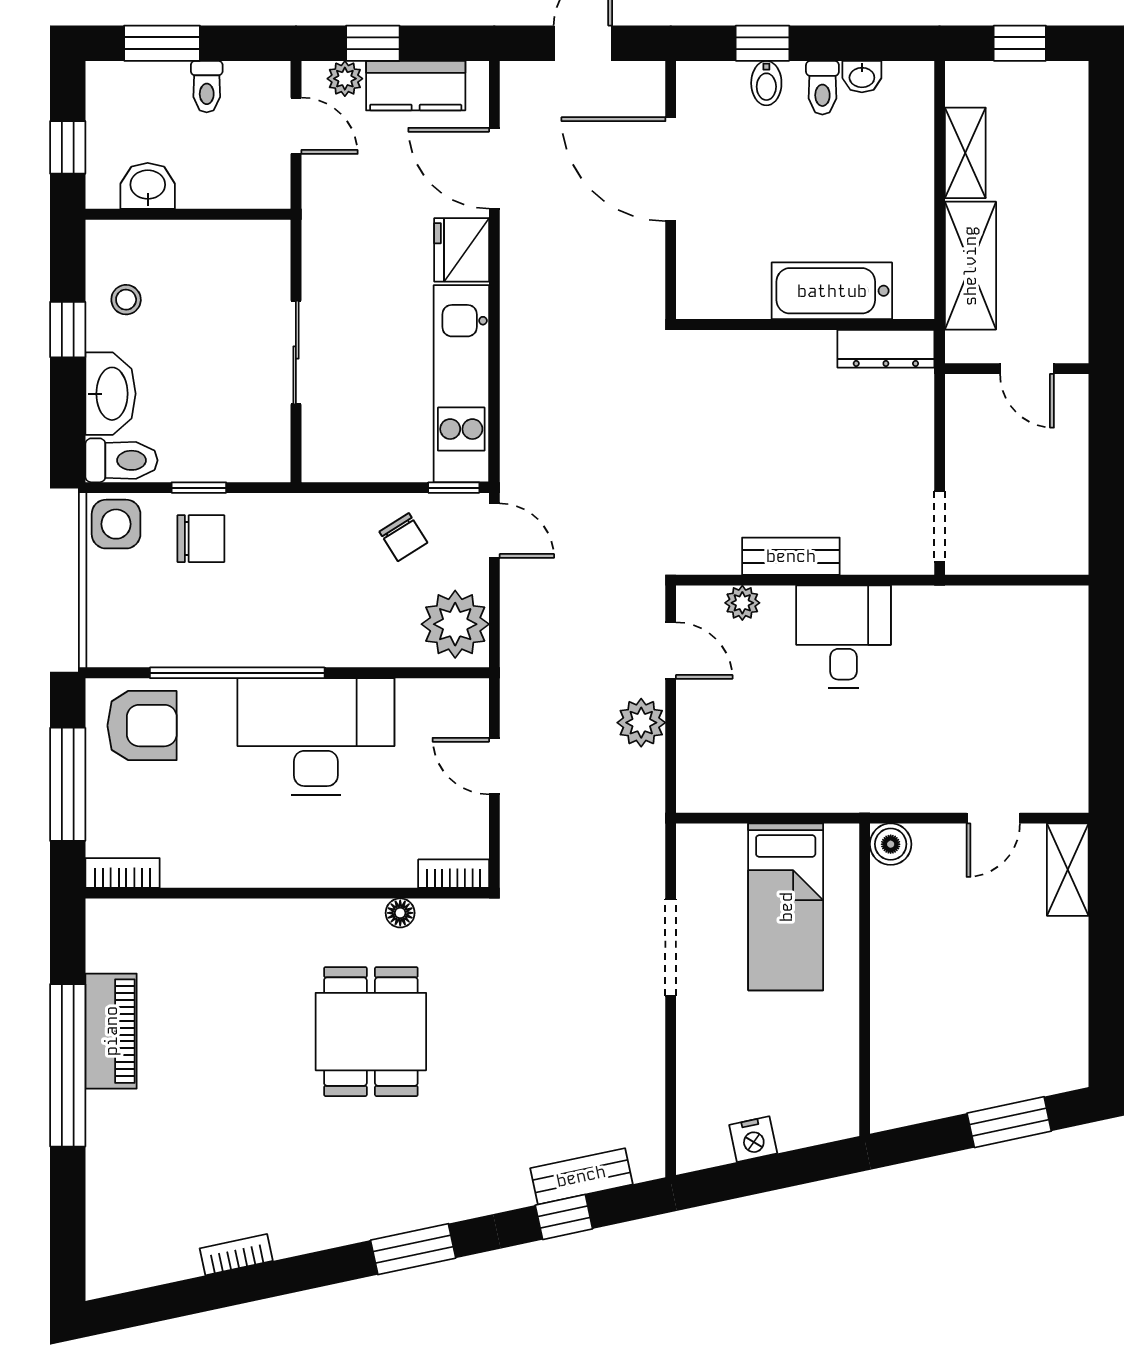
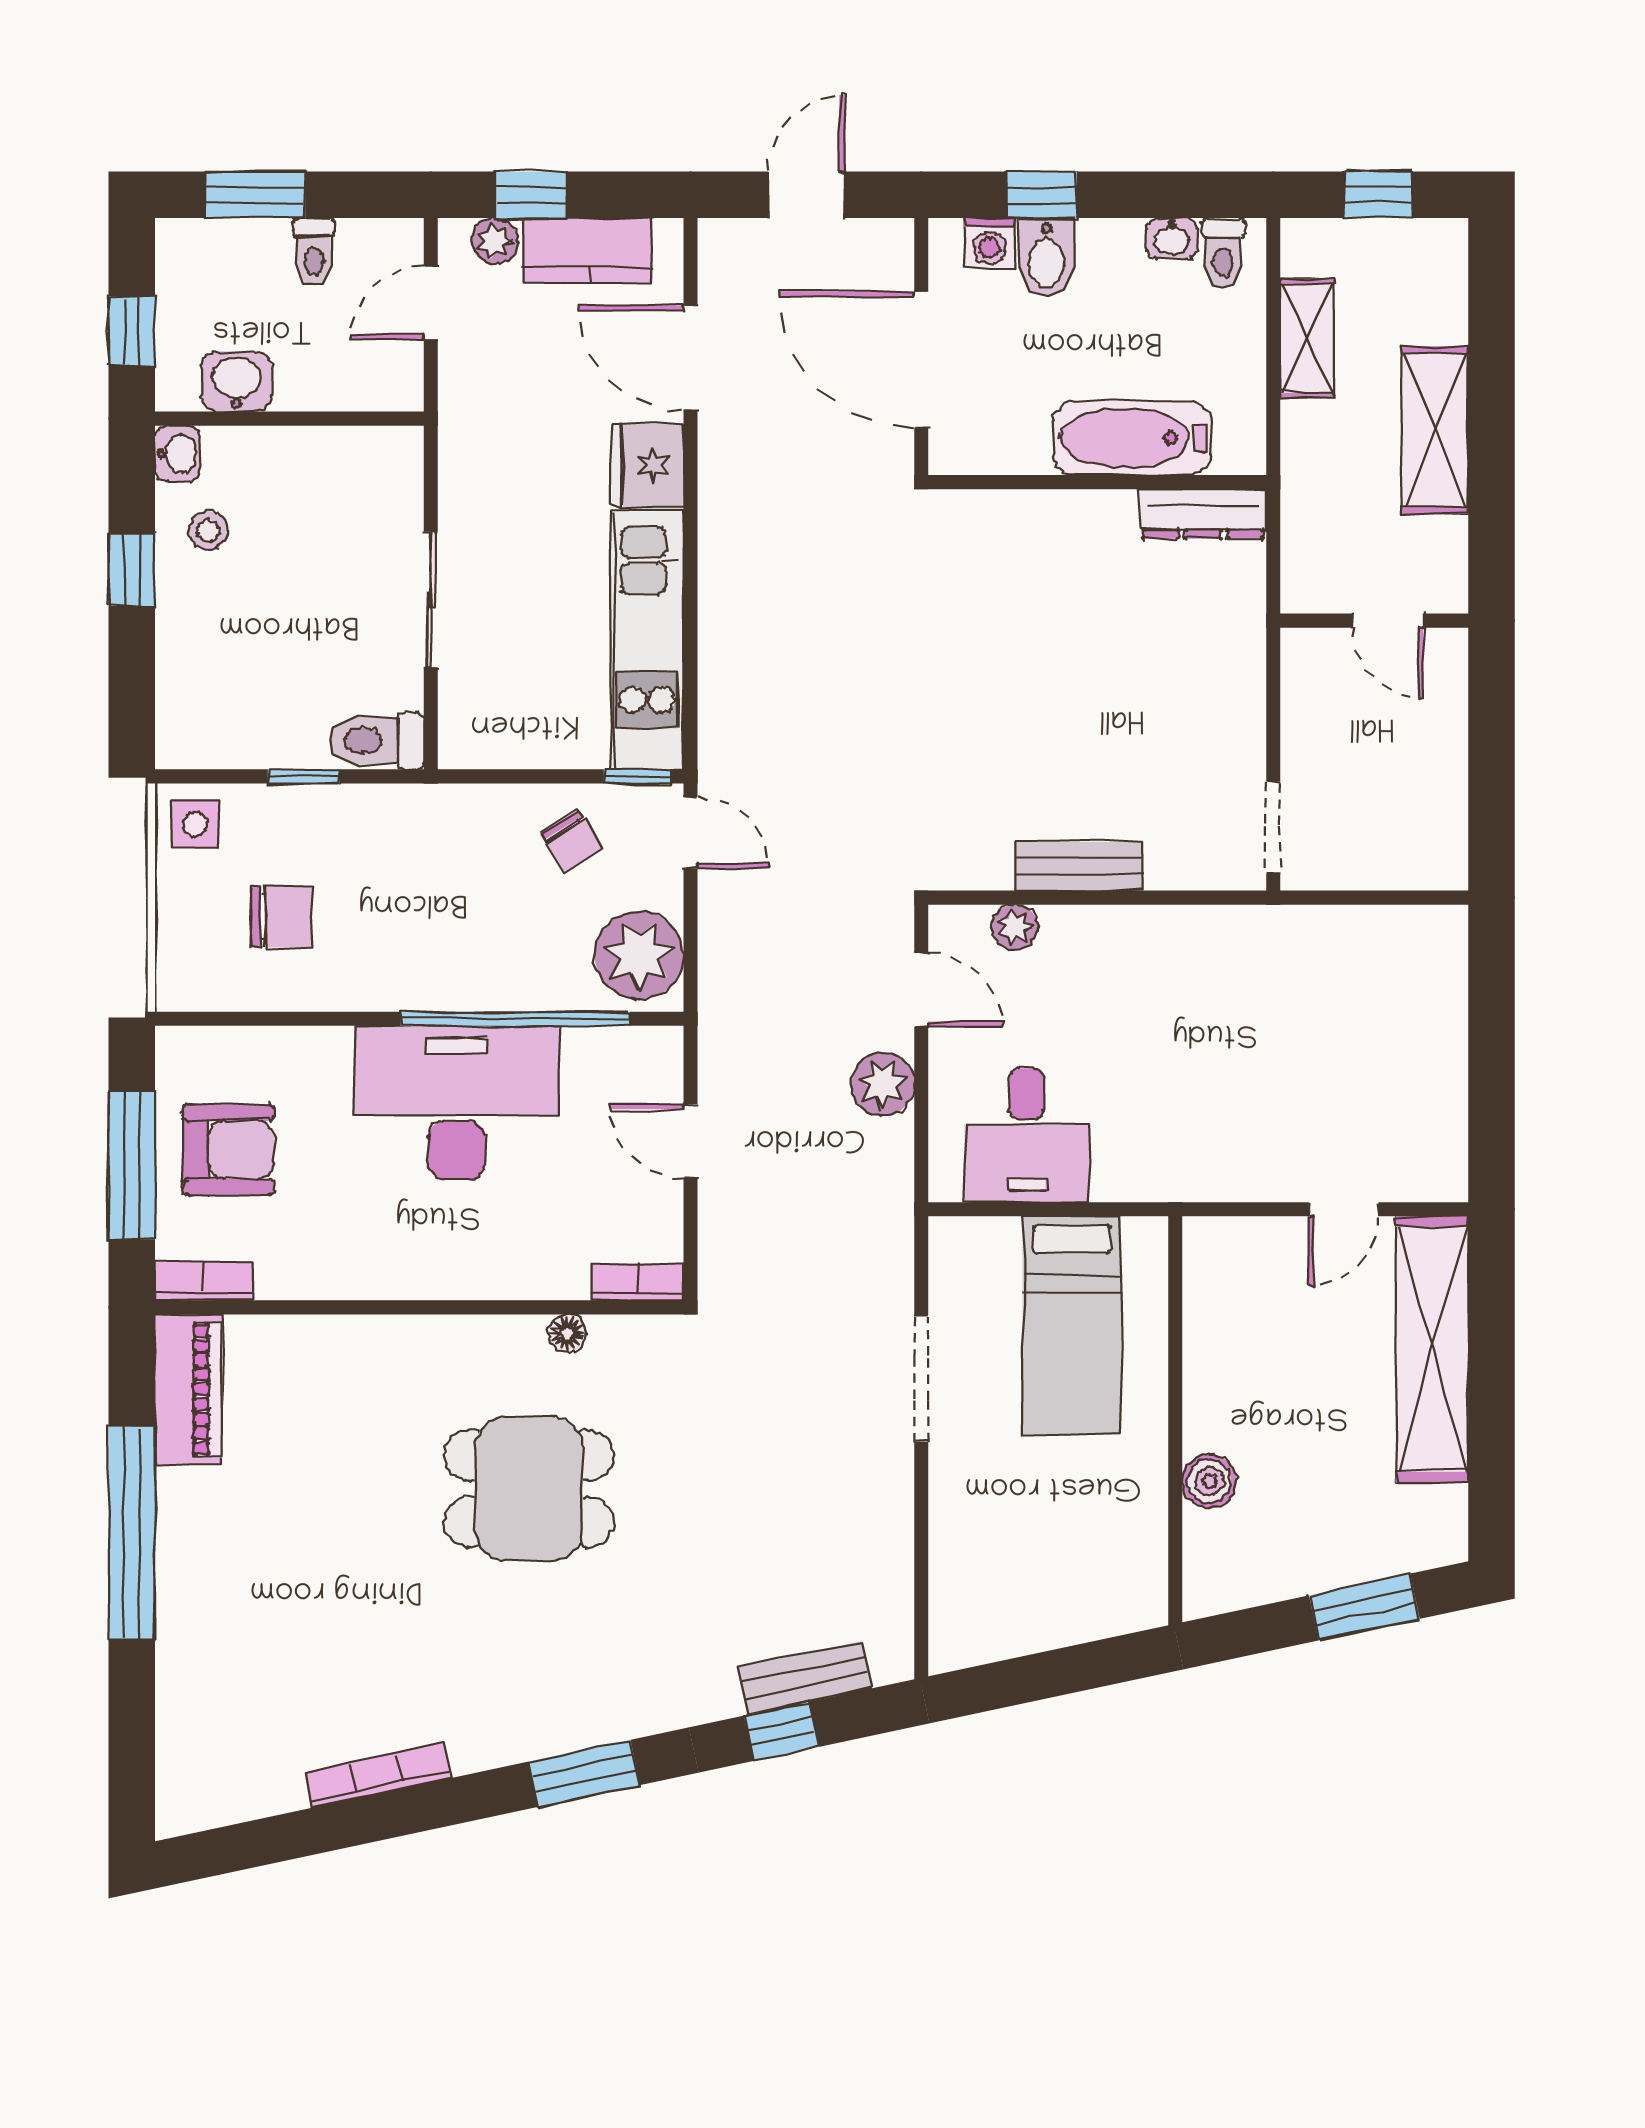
washing machine: (723, 80) -> (990, 243), added
bidet: (766, 83) -> (1047, 257), width x1.38, depth x1.36
toilet: (822, 88) -> (1223, 253), moved
door: (296, 126) -> (431, 303), swing flipped
shelving: (970, 266) -> (1435, 430), moved
bathtub: (832, 291) -> (1132, 438), moved
wall: (805, 324) -> (1097, 482), moved
dresser: (886, 349) -> (1203, 514), moved
washbasin: (110, 394) -> (178, 454), moved, width x0.52, depth x0.69
toilet: (121, 460) -> (377, 741), moved, turned 180
side table: (116, 524) -> (195, 824), width x0.73, depth x0.73
chair: (201, 539) -> (281, 917), moved
desk: (843, 637) -> (1027, 1135), moved, turned 180
window: (237, 673) -> (515, 1019), moved
armchair: (142, 726) -> (229, 1150), moved
boiler: (891, 844) -> (1209, 1481), moved
shelving: (1068, 870) -> (1432, 1349), width x2.20, depth x1.33
piano: (111, 1031) -> (189, 1390), moved
dining table: (371, 1032) -> (529, 1489), turned 90
nightstand: (753, 1139) -> (1029, 1629), removed
bookcase: (236, 1255) -> (377, 1775), width x1.56

